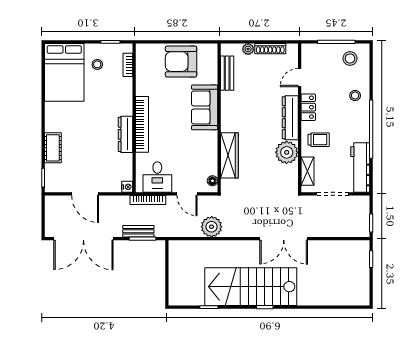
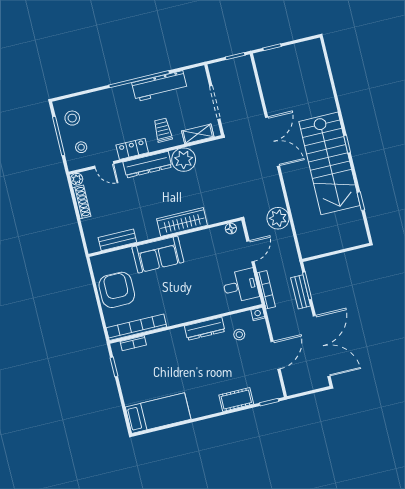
plant: (248, 49) -> (77, 179), moved
armchair: (181, 62) -> (117, 290), turned 180
stool: (97, 64) -> (239, 335), moved
bed: (64, 72) -> (158, 413), width x0.67
stool: (355, 96) -> (81, 147), moved
bookcase: (142, 124) -> (136, 327), moved
wardrobe: (229, 155) -> (182, 222), moved
workbench: (360, 167) -> (160, 86), moved

